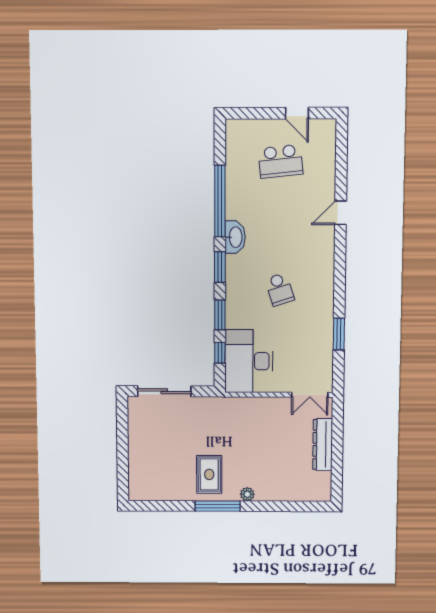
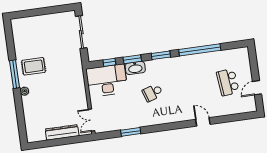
washbasin: (235, 237) -> (135, 68), moved

